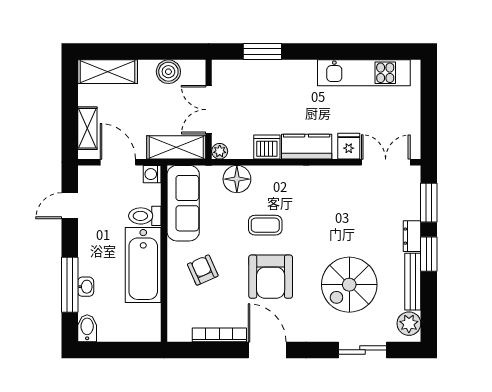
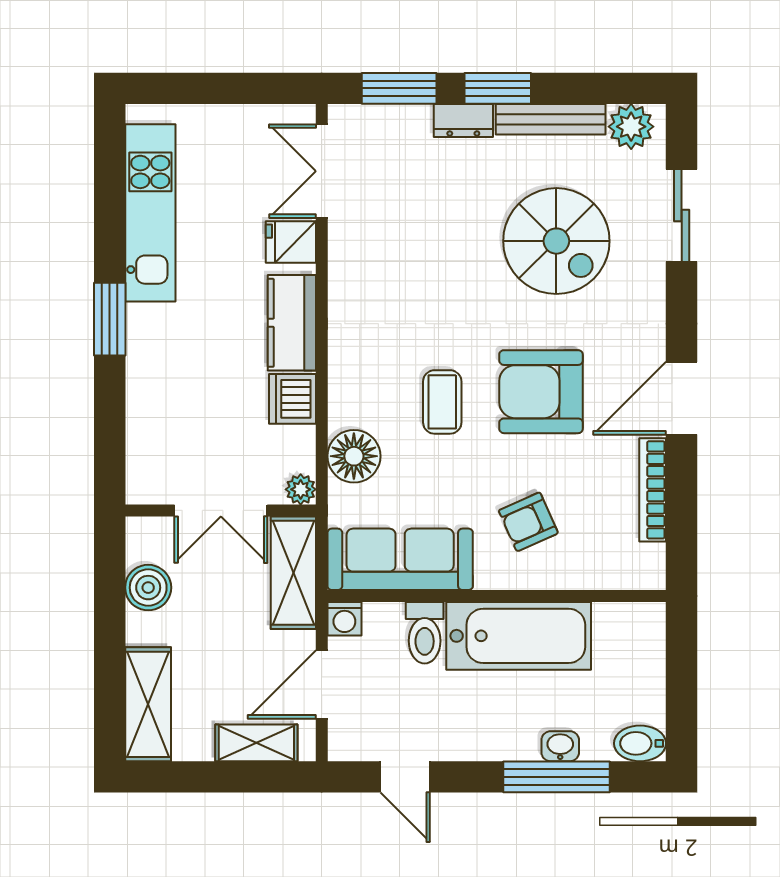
window: (262, 52) -> (110, 319), moved
armchair: (271, 277) -> (541, 392), turned 180

